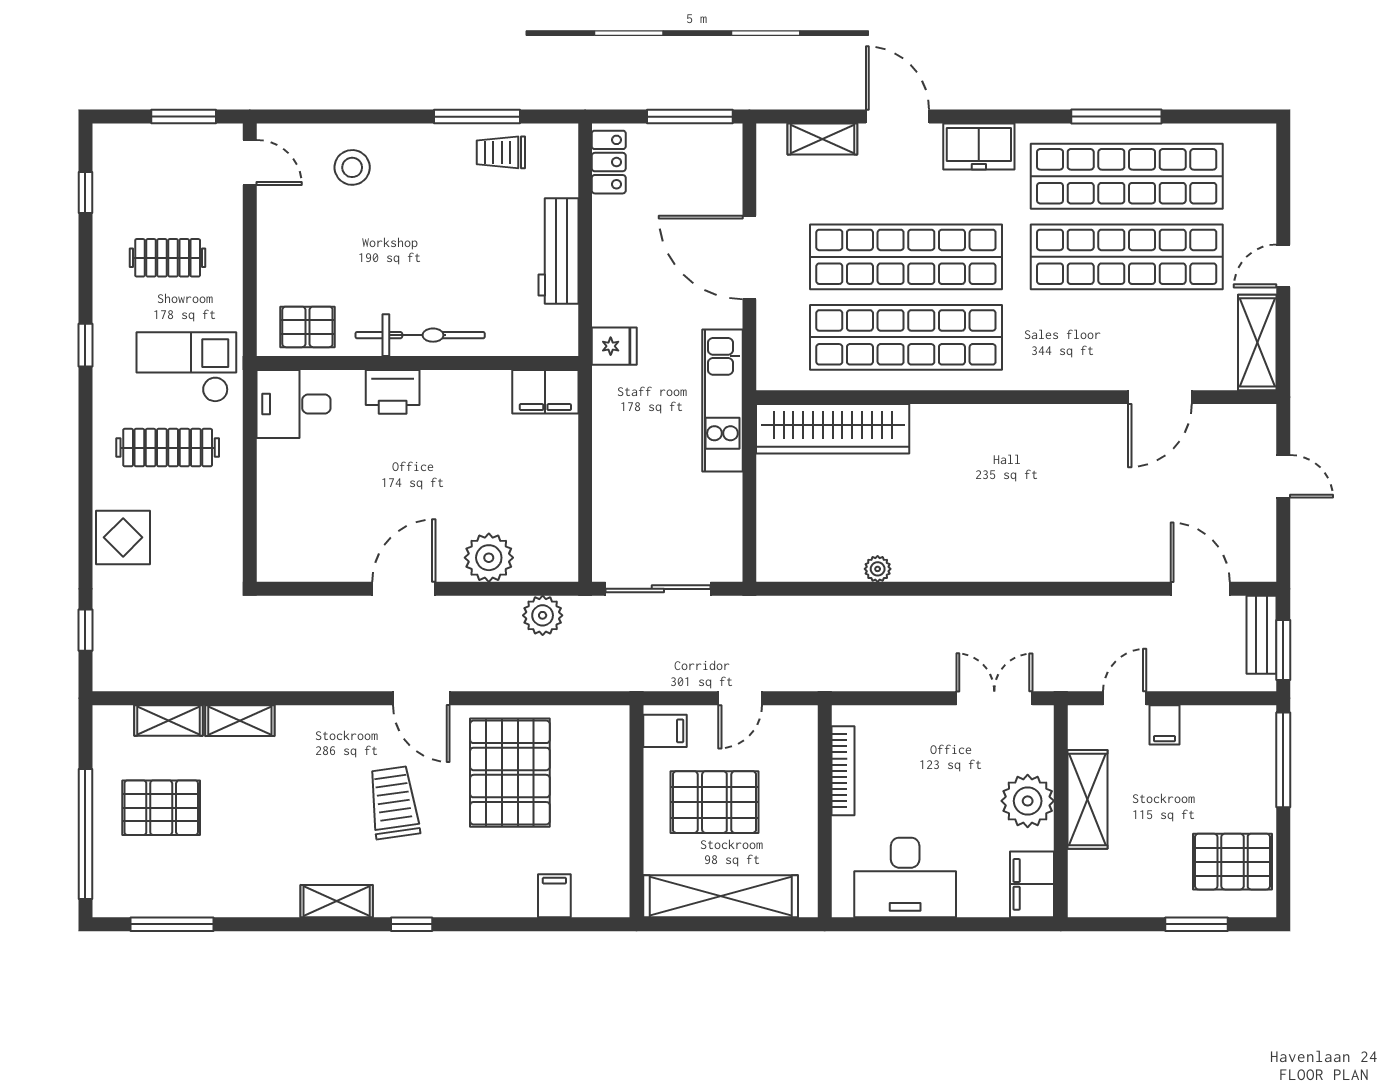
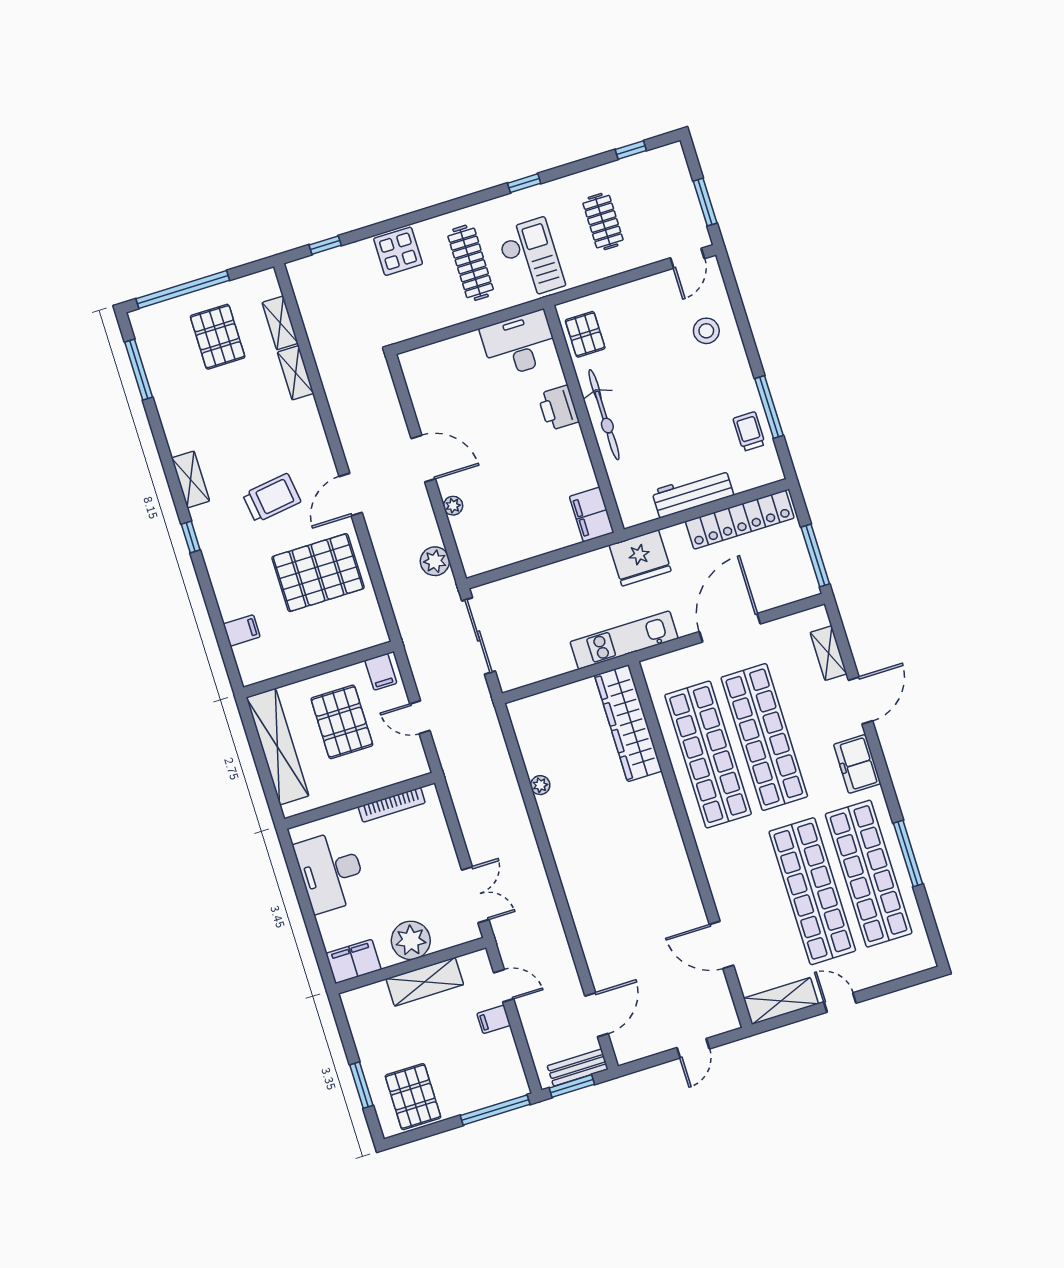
locker: (609, 162) -> (740, 520), width x2.16, depth x1.21
fridge: (614, 346) -> (640, 558), width x1.88, depth x1.34
desk: (293, 404) -> (519, 344), width x1.37
plant: (489, 558) -> (453, 506), width x0.53, depth x0.53

